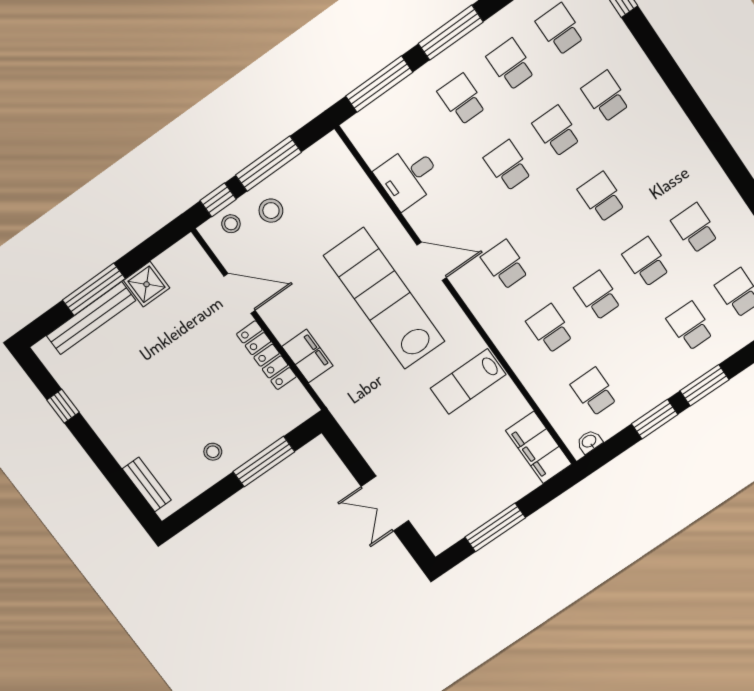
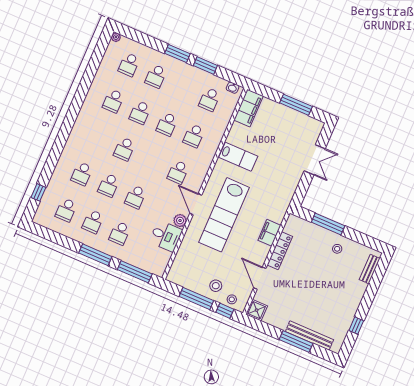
plant: (420, 218) -> (180, 221), added
shower: (147, 284) -> (257, 310), moved

